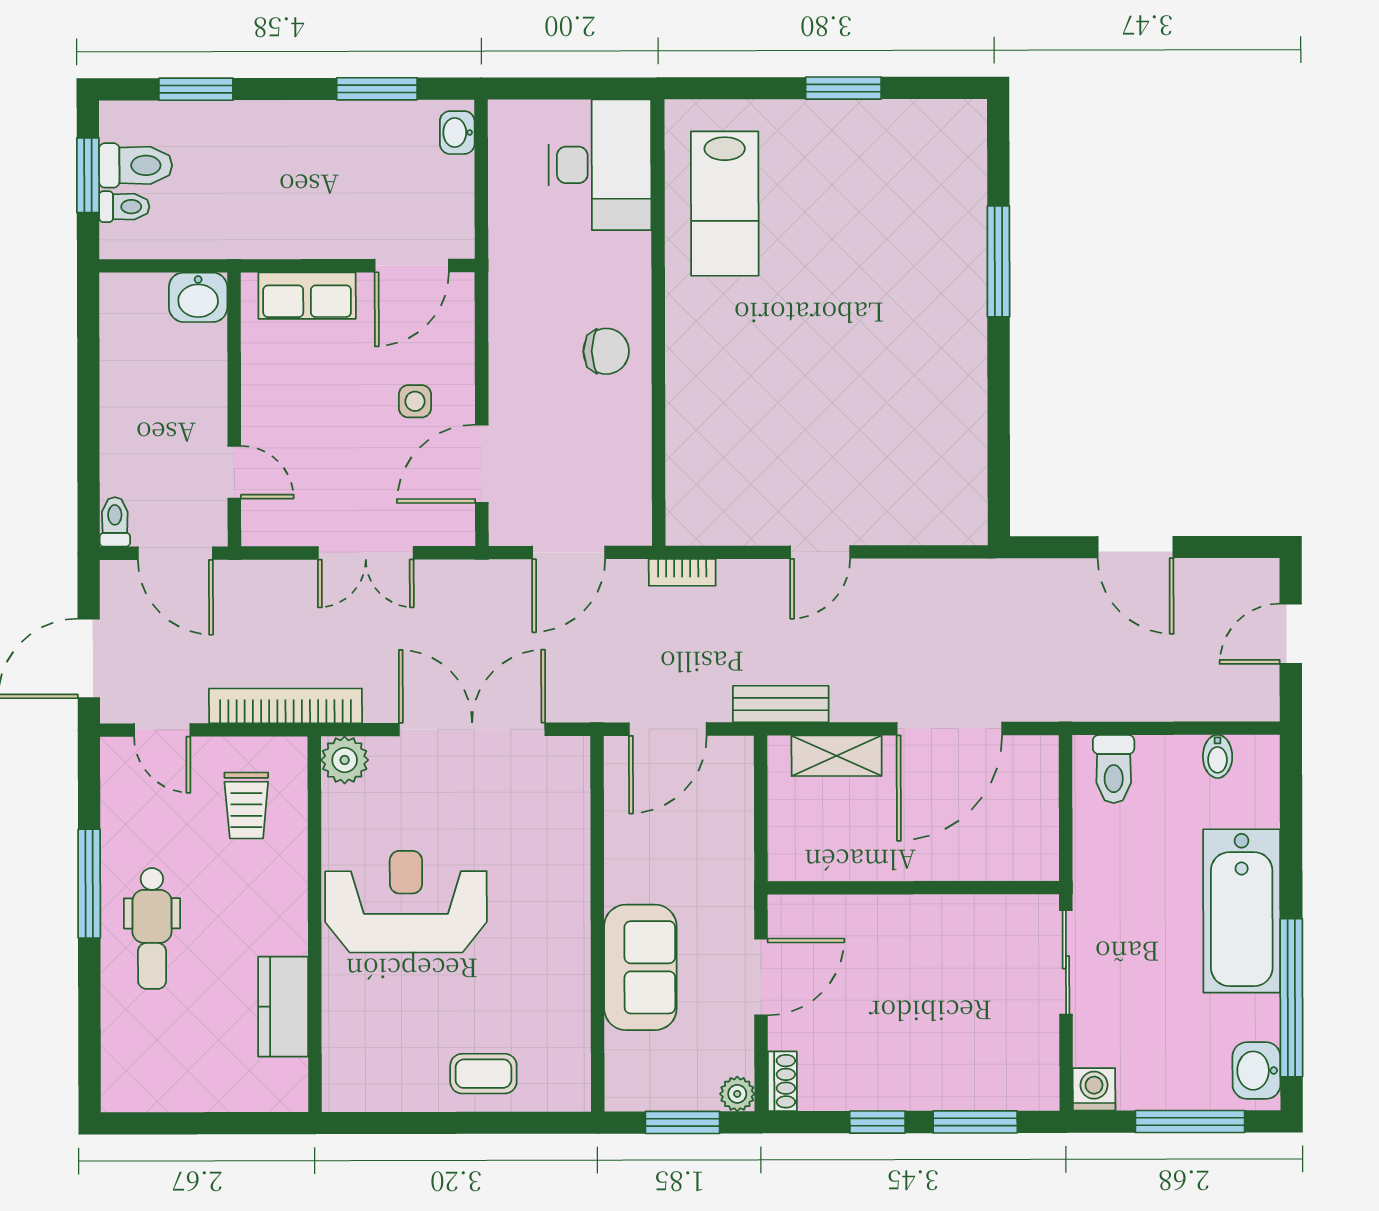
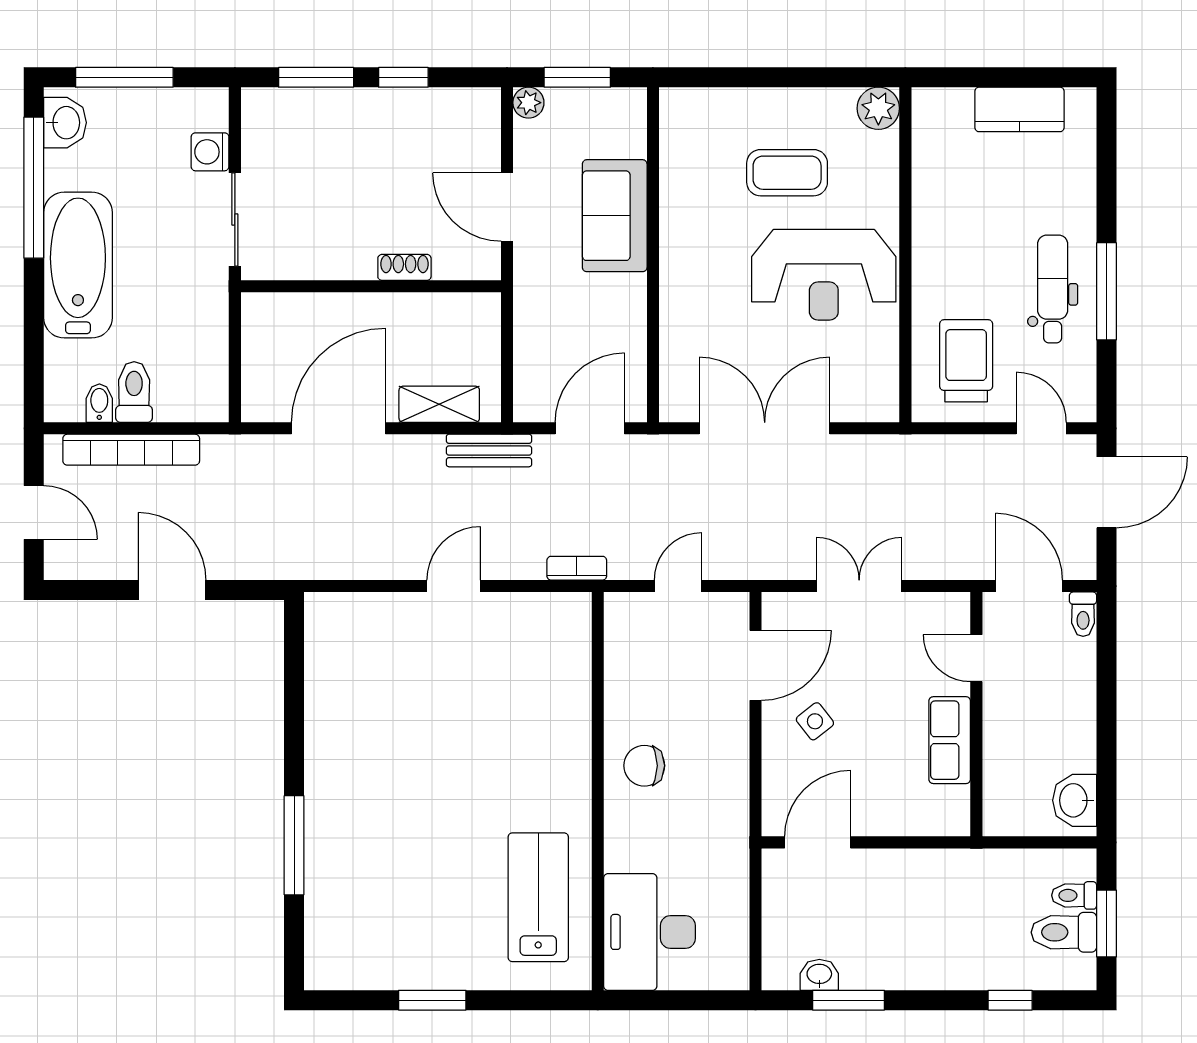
window: (196, 89) -> (1010, 1000), width x0.67
washbasin: (457, 133) -> (819, 975), moved, turned -90
row of seats: (307, 296) -> (950, 740), moved, turned -90
washbasin: (198, 297) -> (1075, 800), moved, turned -90
side table: (415, 401) -> (815, 721), turned -38
door: (569, 553) -> (678, 586), width x0.73
door: (1291, 634) -> (34, 512), hinge flipped
bookcase: (286, 706) -> (131, 450), moved
double door: (472, 729) -> (765, 428), swing flipped
plant: (345, 760) -> (878, 108), moved
toilet: (1114, 769) -> (134, 392), moved
trolley: (246, 806) -> (966, 361), width x1.36, depth x1.39
dental chair: (152, 928) -> (1053, 289), moved
door: (761, 977) -> (507, 207), hinge flipped
kitchen counter: (283, 1007) -> (1019, 109), moved, turned 90
coffee table: (483, 1074) -> (787, 173), moved, width x1.36, depth x1.30
shoe rack: (782, 1081) -> (404, 267), moved, turned 90
washing machine: (1094, 1089) -> (210, 152), moved, turned 90

